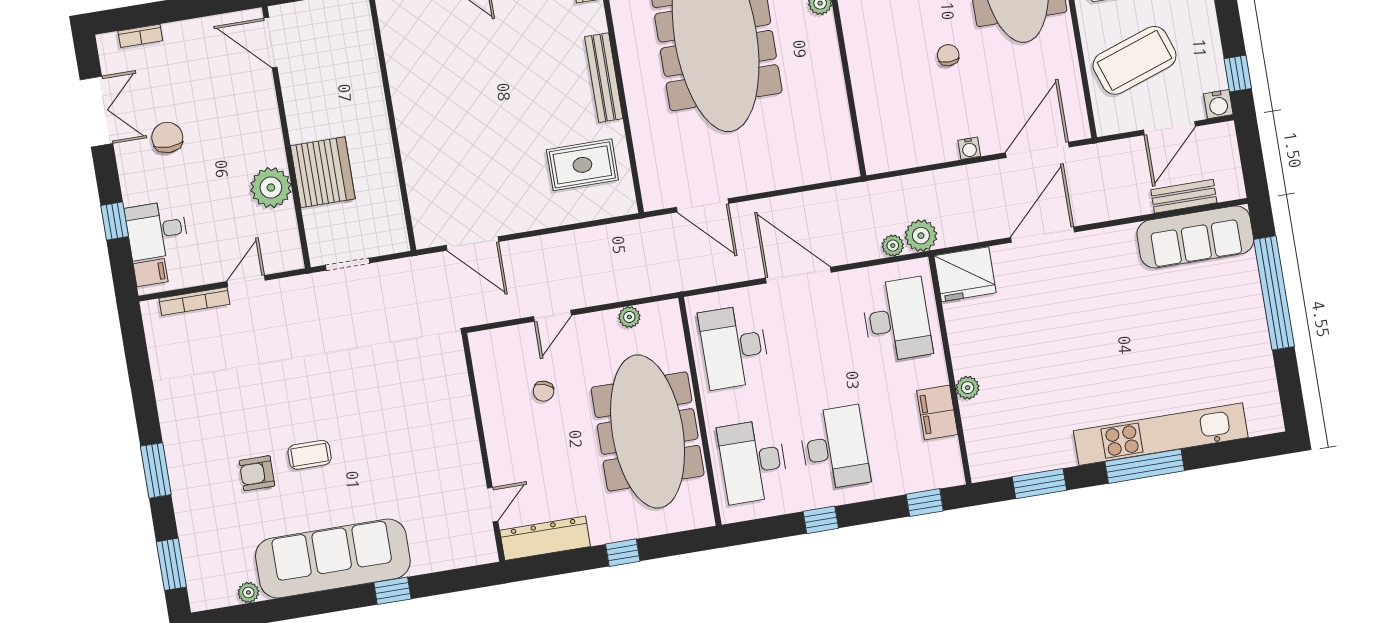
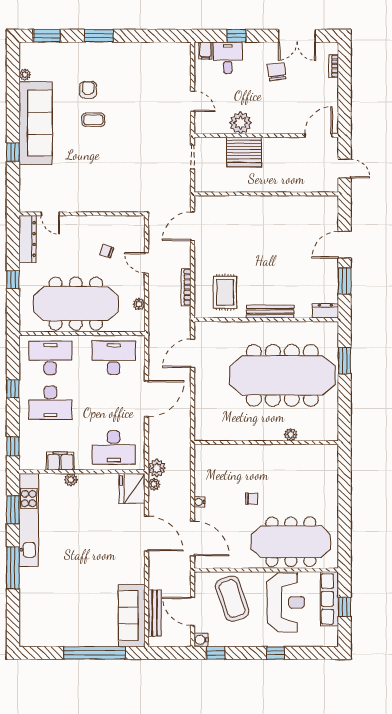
chair: (167, 137) -> (277, 72), turned -97
bench: (1184, 196) -> (155, 613), width x1.36
plant: (893, 246) -> (154, 484), moved
bookcase: (194, 301) -> (186, 287), moved
kitchen unit: (1161, 434) -> (29, 520), moved
coffee table: (310, 455) -> (93, 120), turned 90

